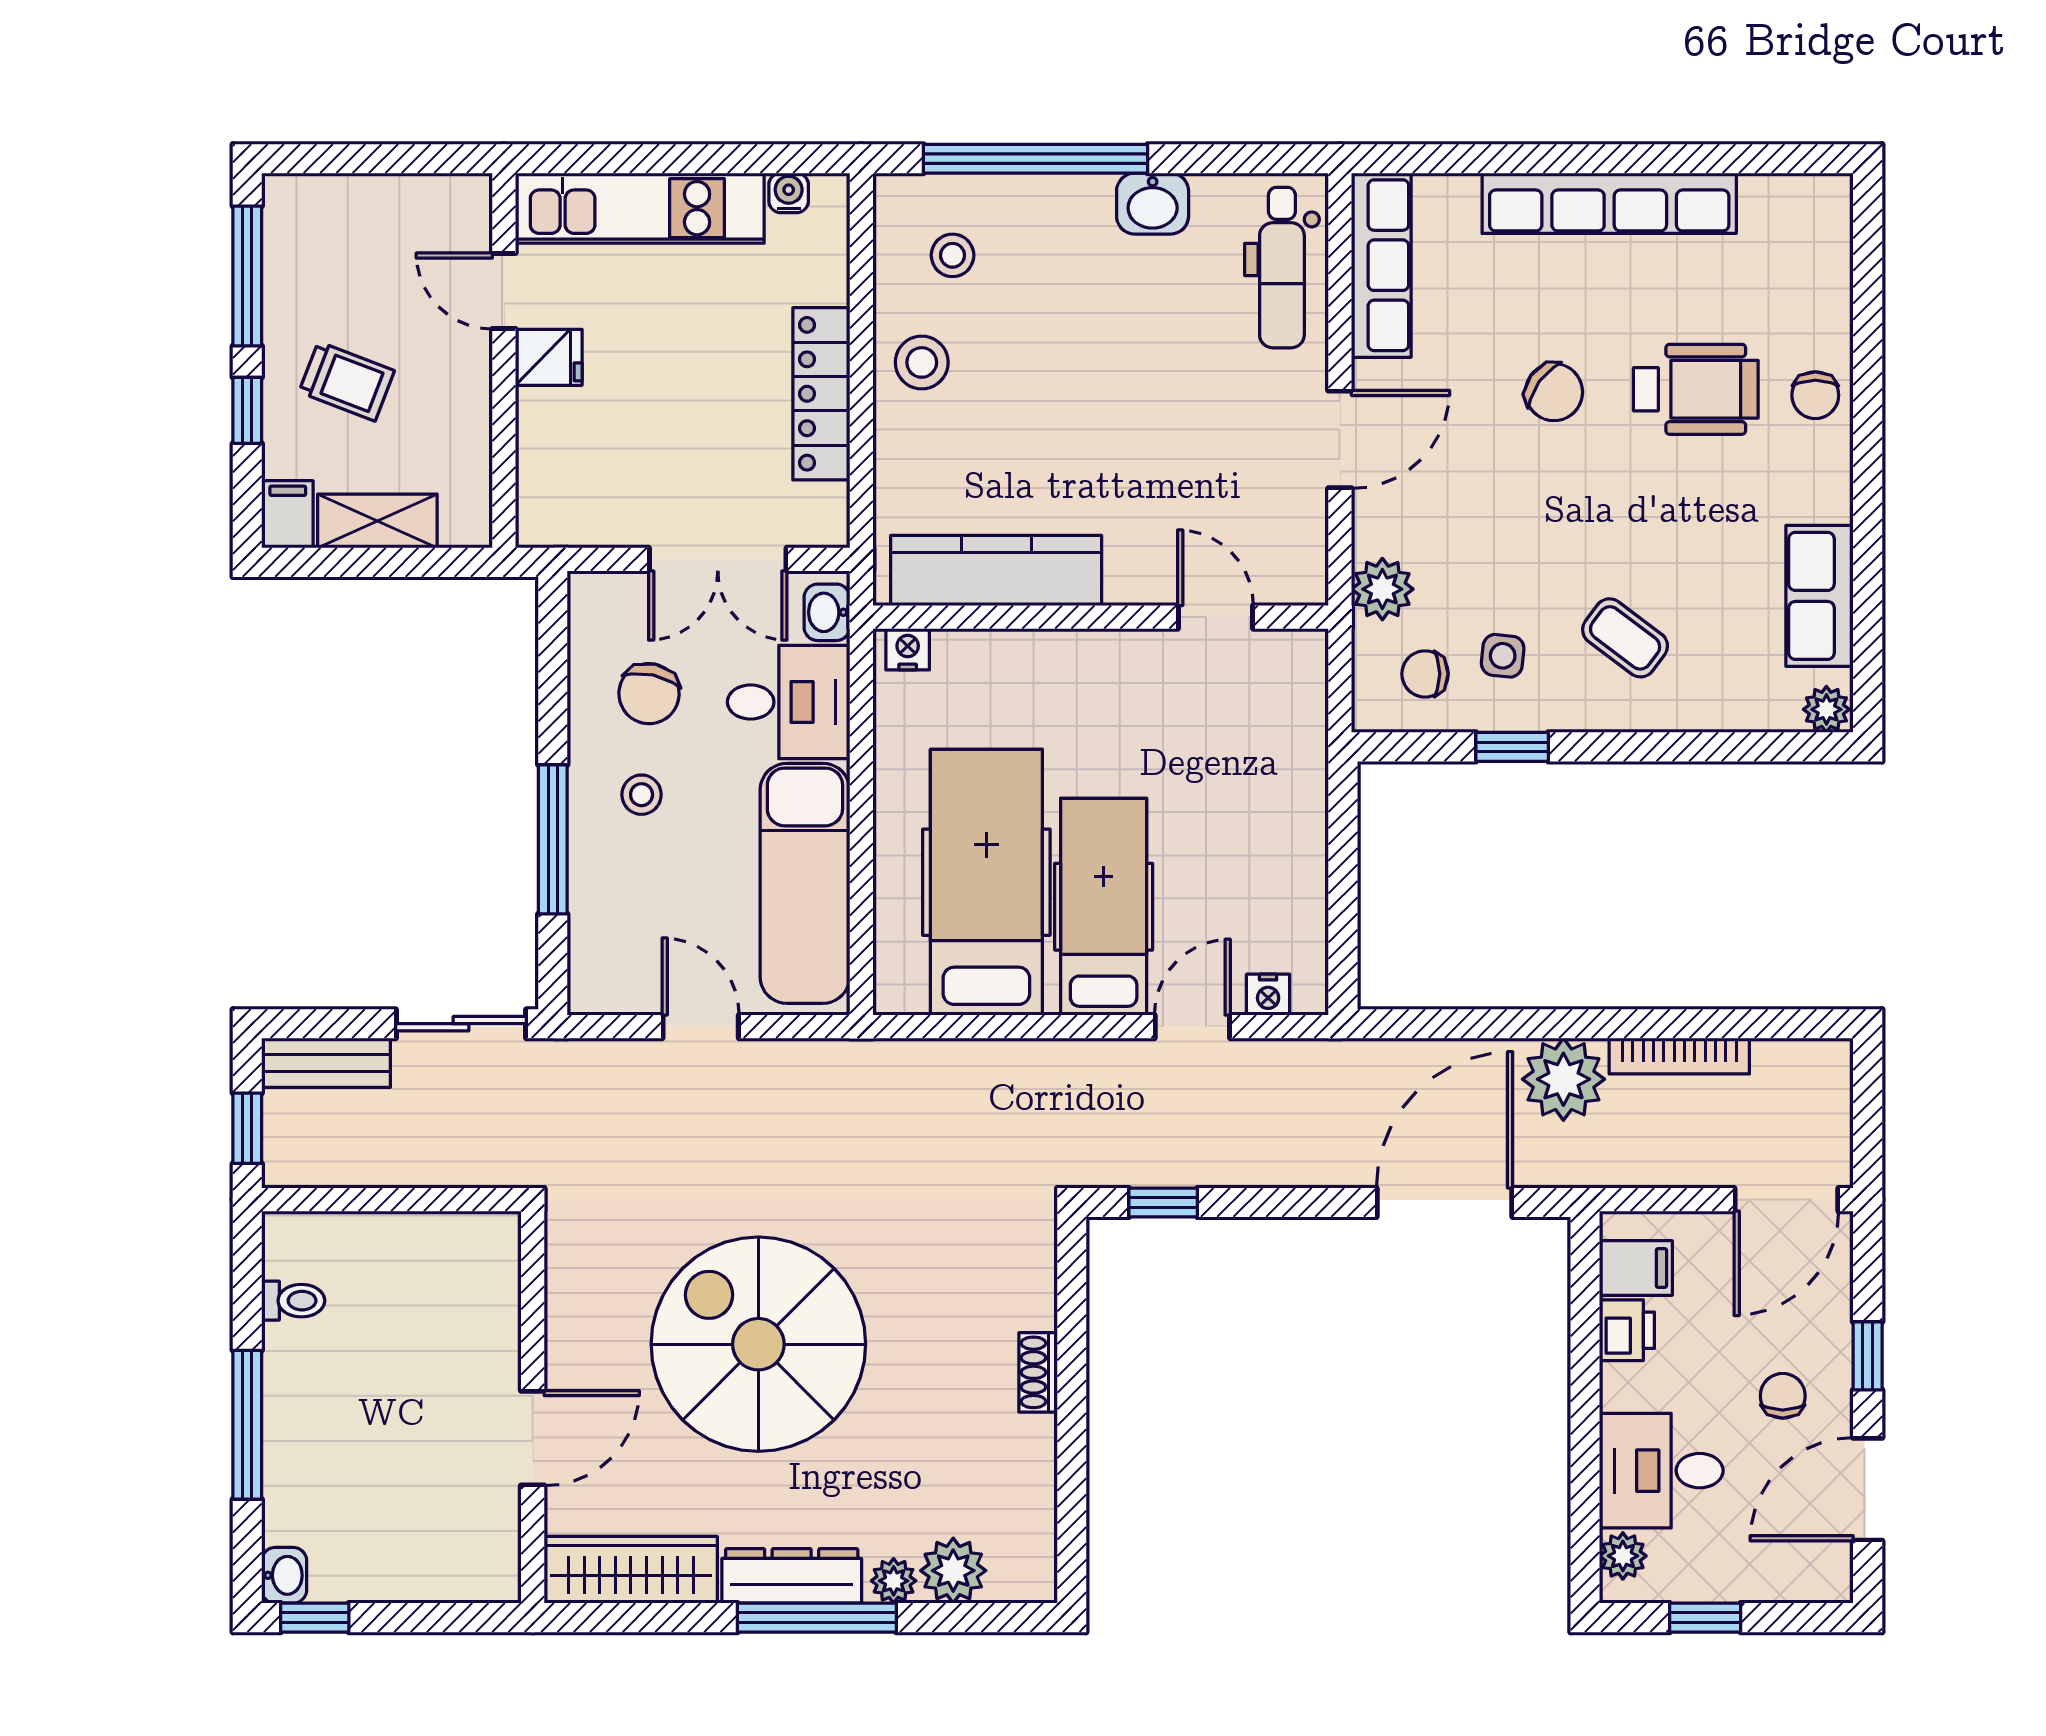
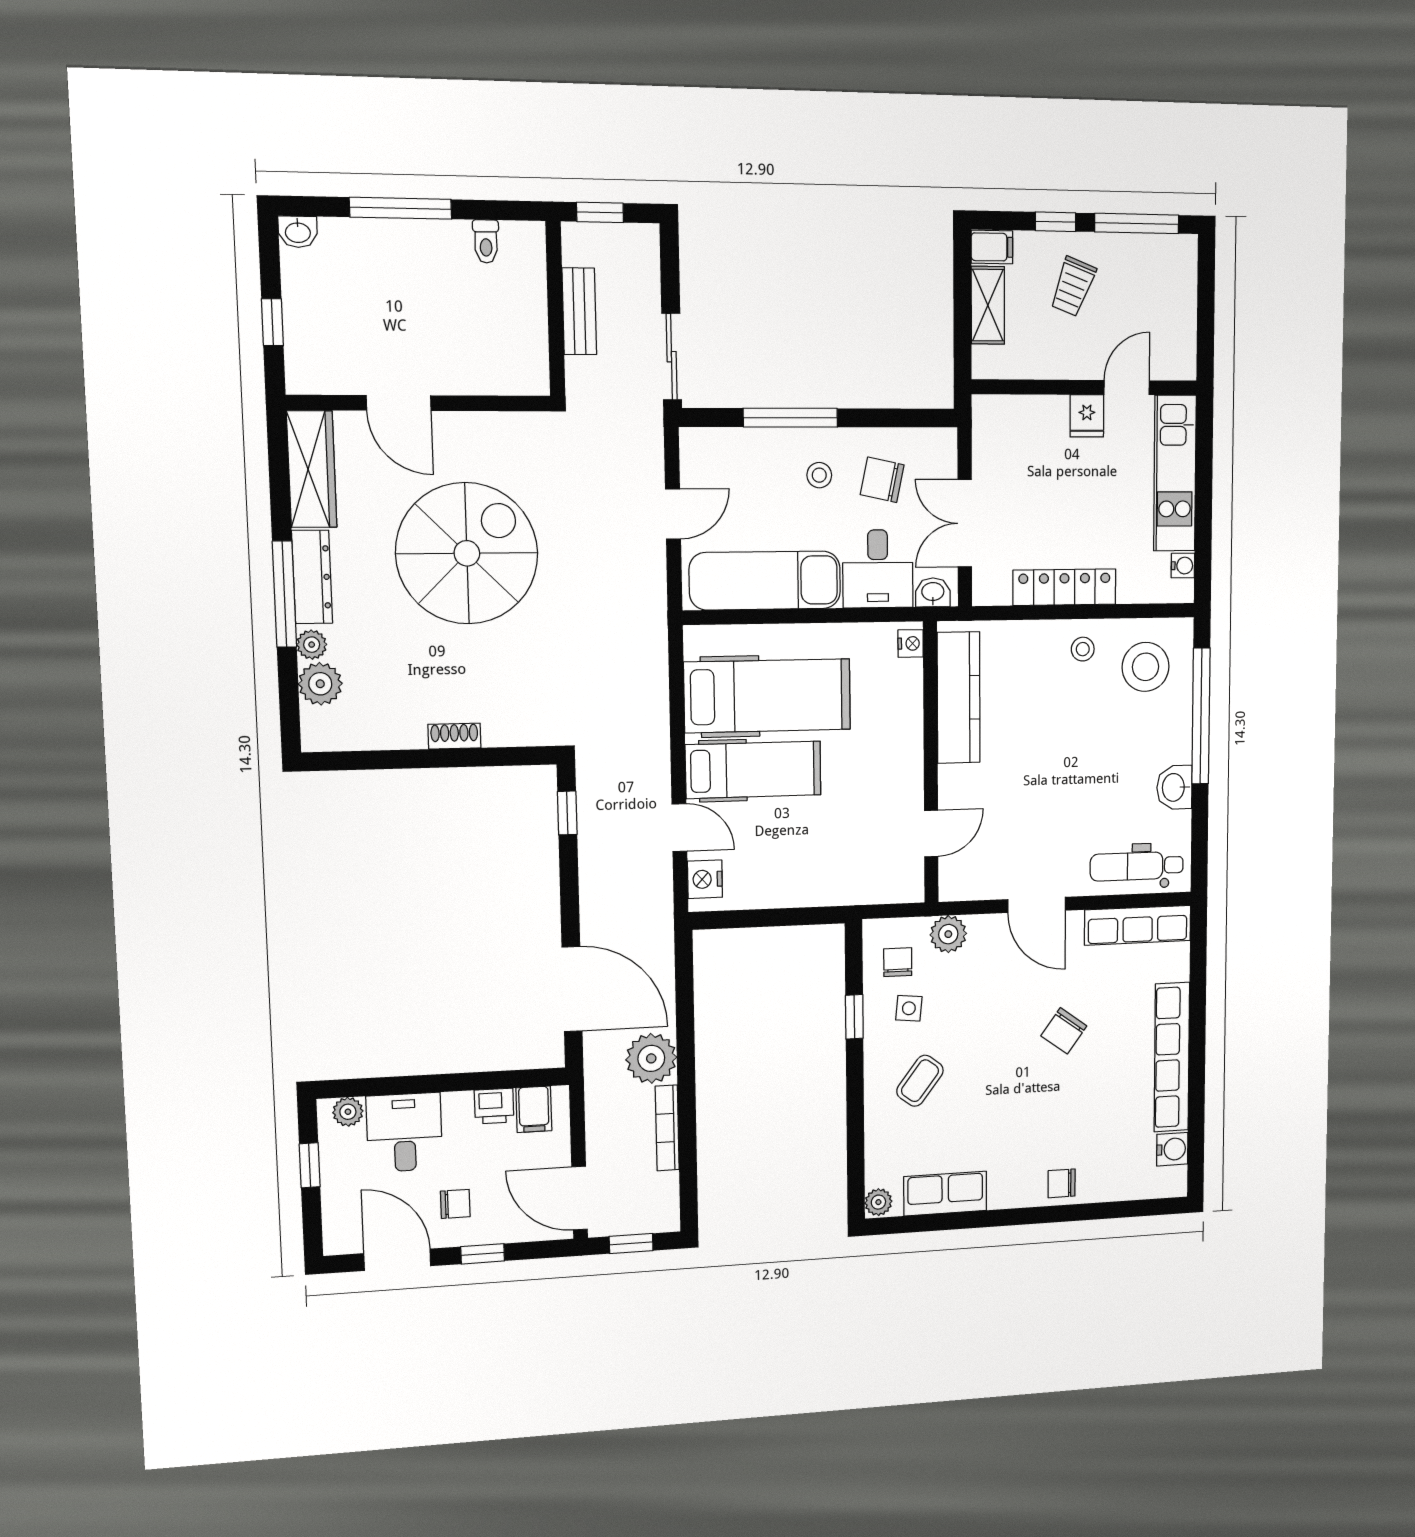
water cooler: (1769, 201) -> (1172, 1149), added
stool: (953, 255) -> (1146, 667), width x1.89, depth x1.89
stool: (922, 362) -> (1083, 649), width x0.73, depth x0.73
wheelchair: (1696, 389) -> (1065, 1114), removed
nightstand: (1268, 995) -> (705, 879), width x1.39, depth x1.35
bench: (326, 1063) -> (579, 311), moved
window: (1868, 1119) -> (631, 1243), added
window: (315, 1618) -> (272, 322), moved

